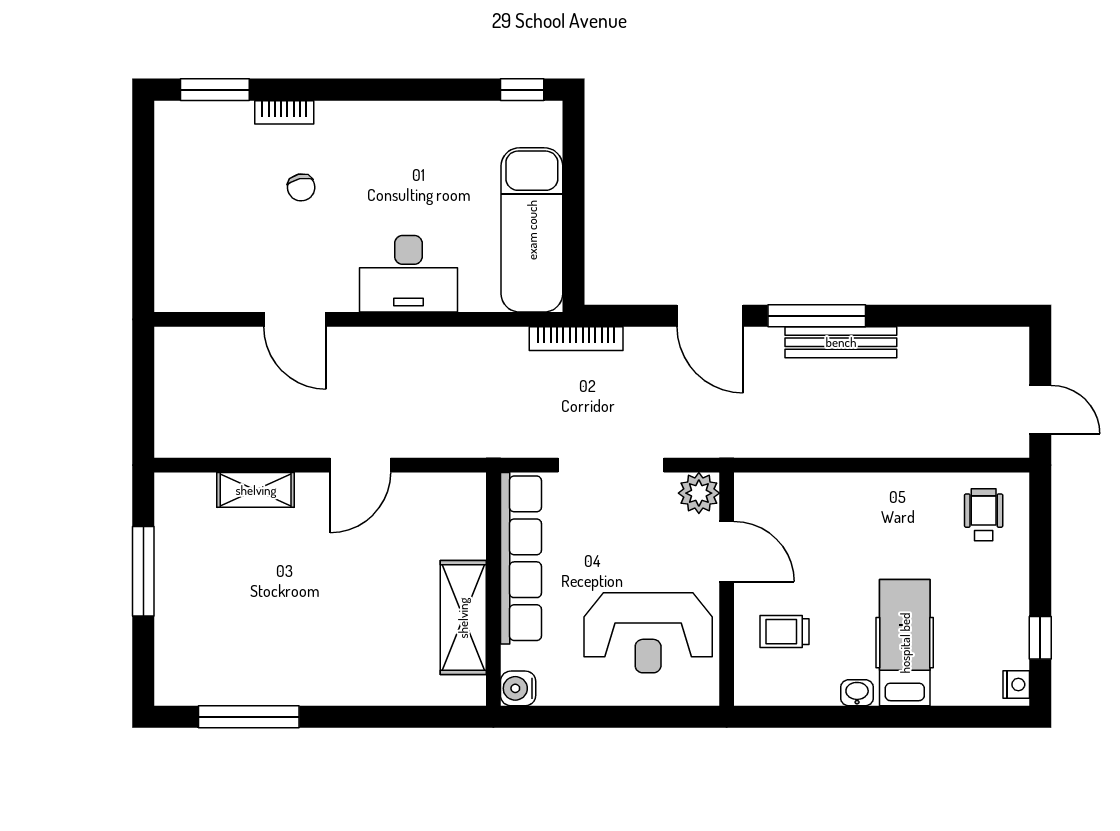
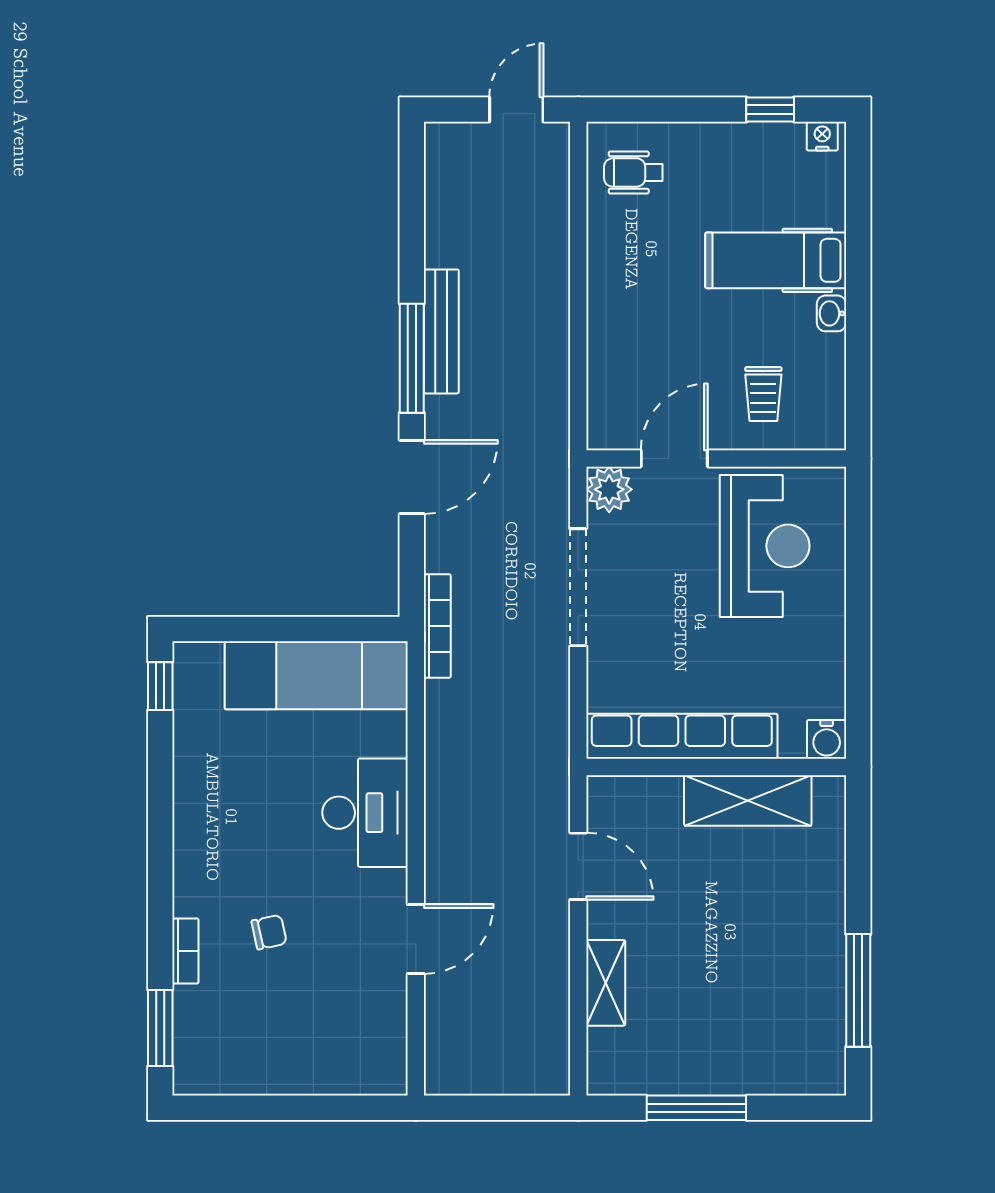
row of seats: (521, 558) -> (682, 736), moved
wall: (493, 589) -> (716, 767), moved
shelving: (463, 618) -> (748, 800), moved
water cooler: (518, 688) -> (827, 739), moved

